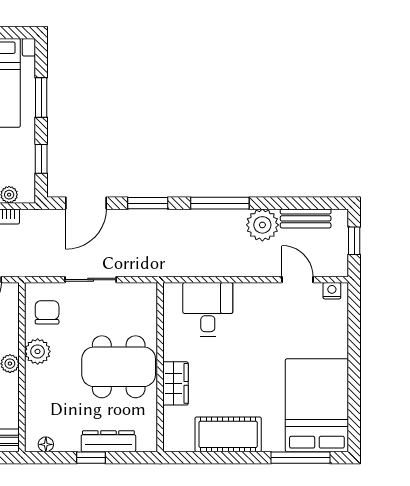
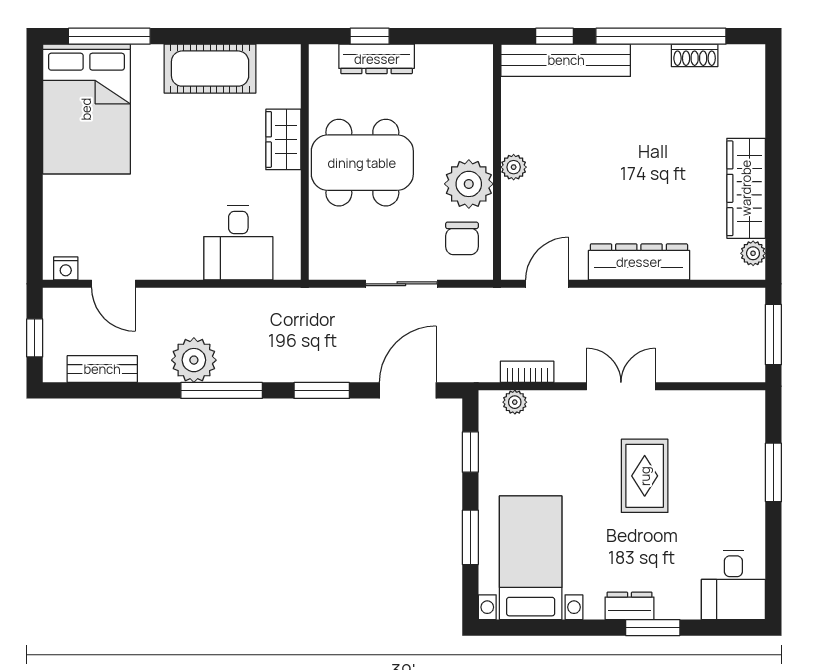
plant: (262, 225) -> (194, 360), moved
plant: (38, 351) -> (469, 184), width x1.36, depth x1.36
floor lamp: (46, 444) -> (464, 55), removed
window: (91, 458) -> (370, 36), moved

